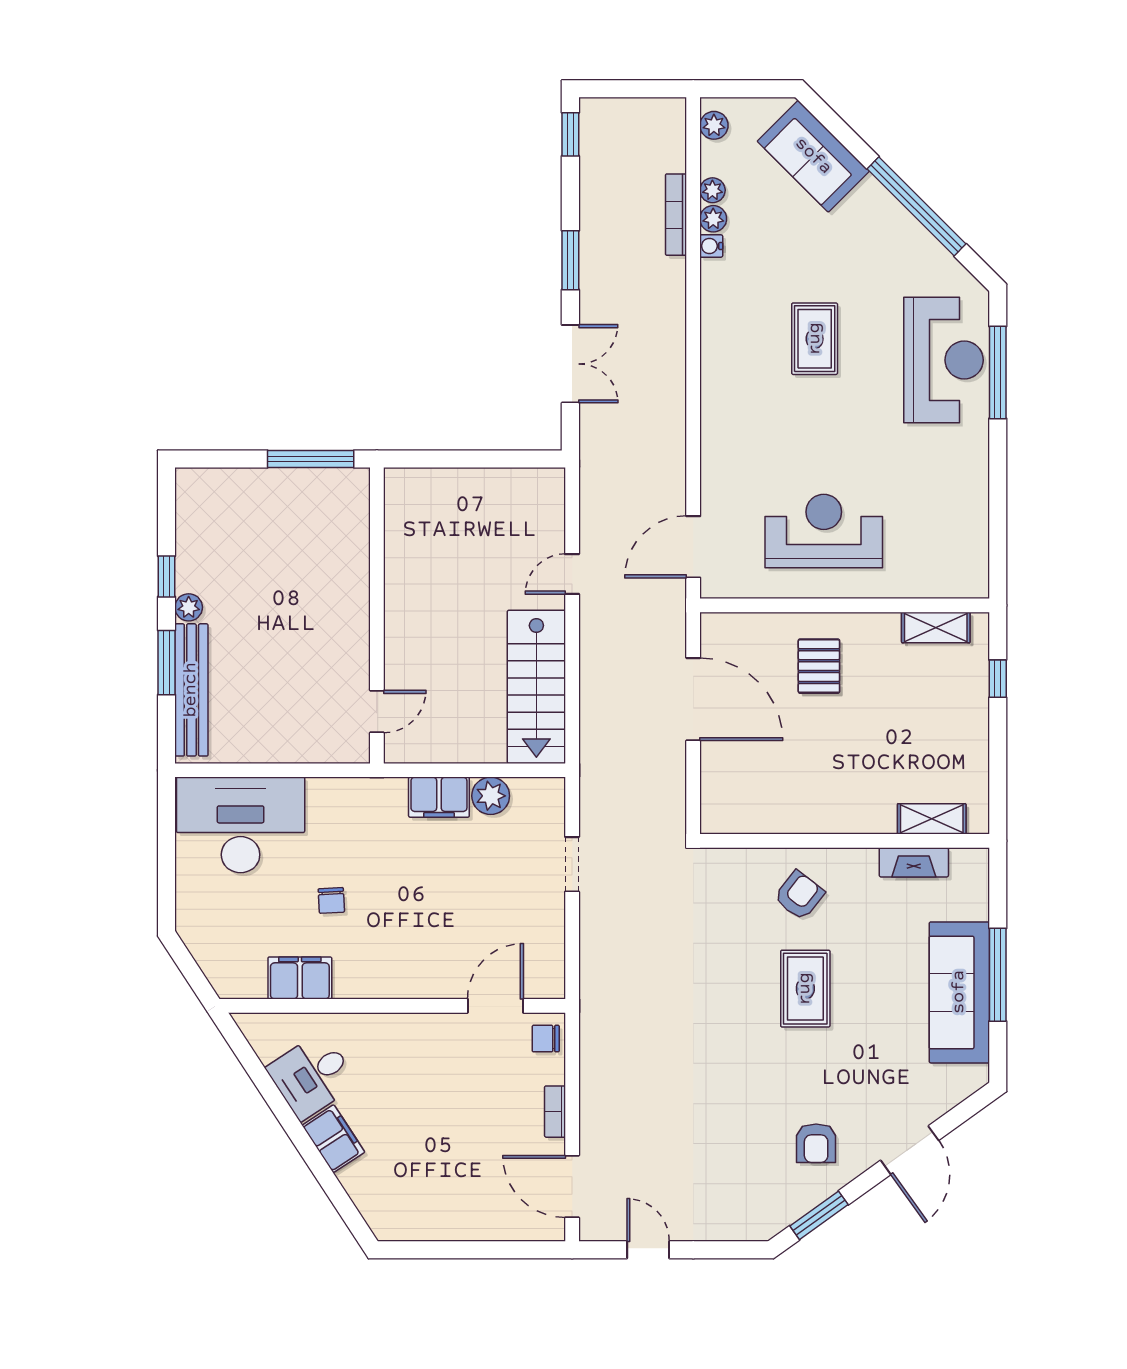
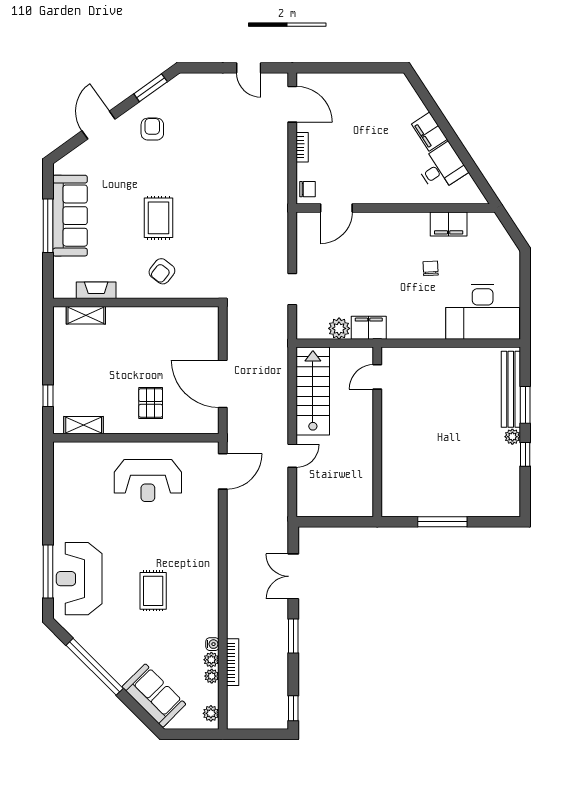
wall: (377, 615) -> (377, 432), moved
door: (377, 711) -> (377, 377), moved

